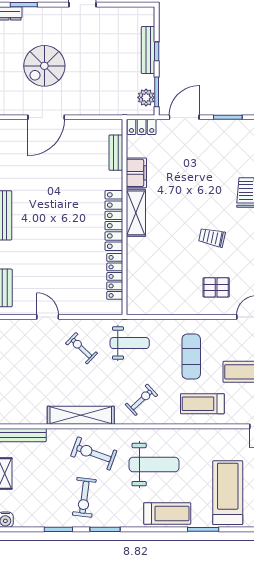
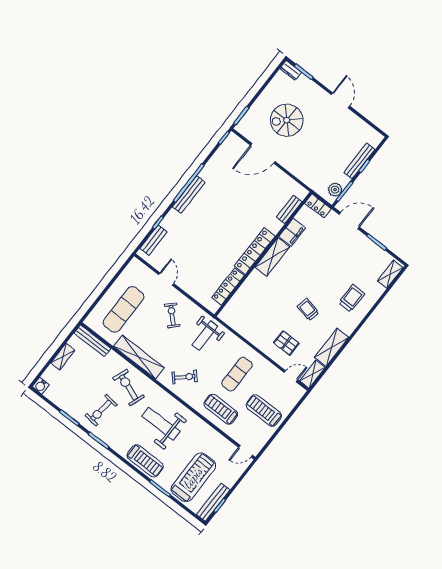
weight bench: (130, 343) -> (205, 336), turned 90
exercise mat: (29, 380) -> (124, 309), added
weight bench: (154, 465) -> (161, 424), turned 180

